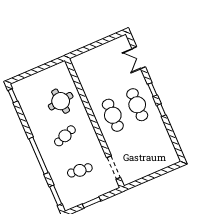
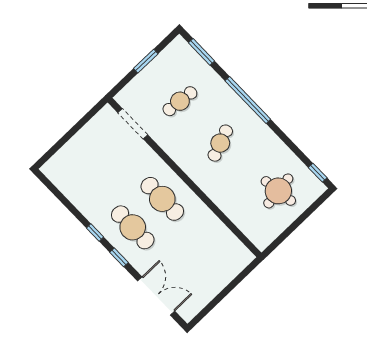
double door: (139, 58) -> (156, 296), width x1.37
round table: (61, 101) -> (278, 191), moved

